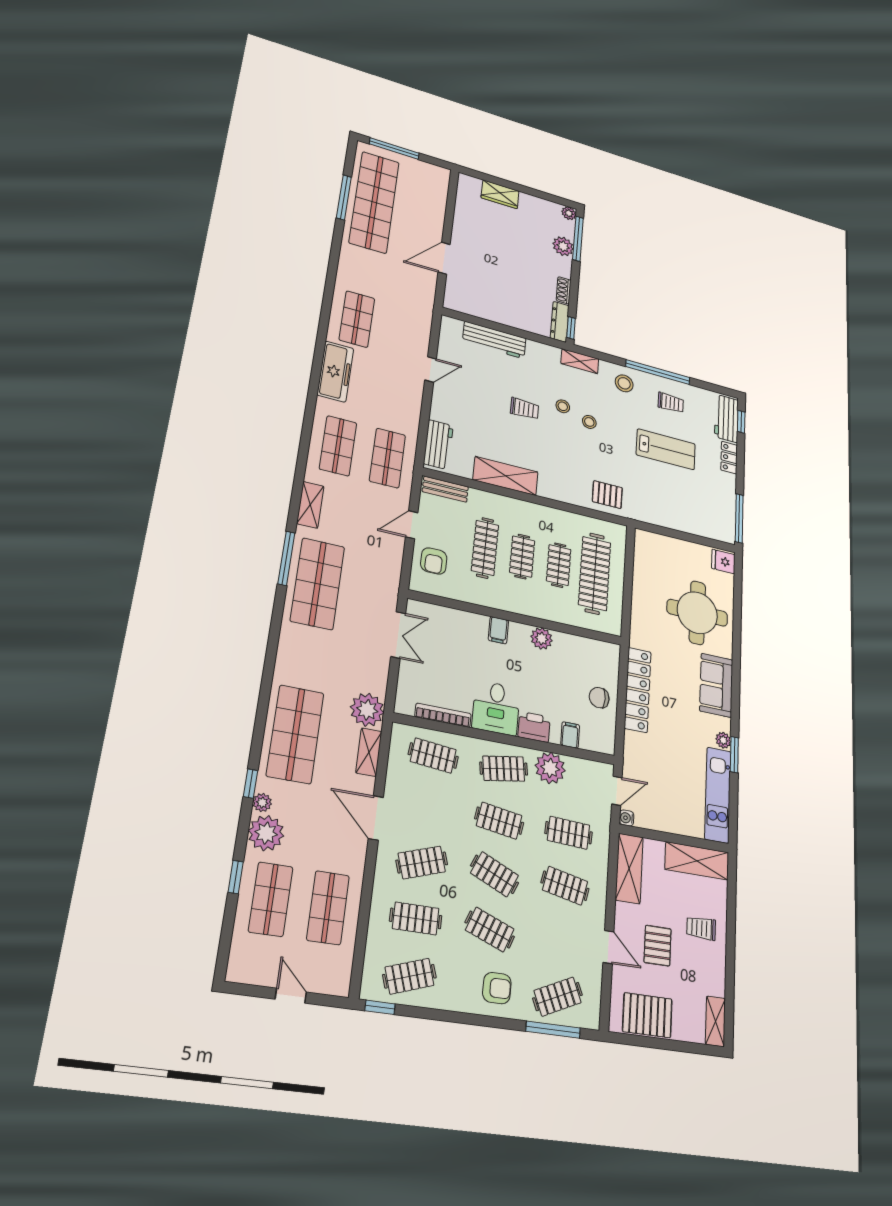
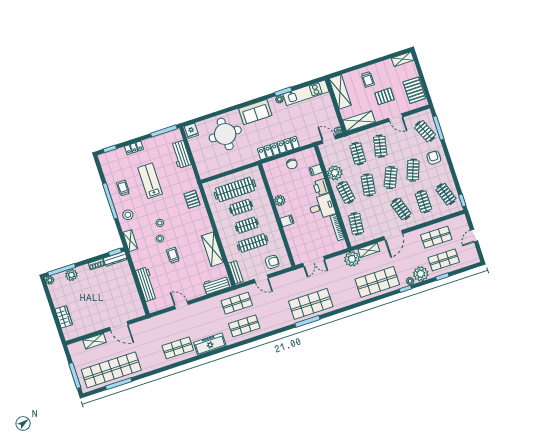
workbench: (726, 418) -> (181, 154), moved, turned 90
shelving: (310, 505) -> (94, 341), moved
double door: (398, 635) -> (314, 261), swing flipped
door: (608, 947) -> (396, 118), swing flipped

